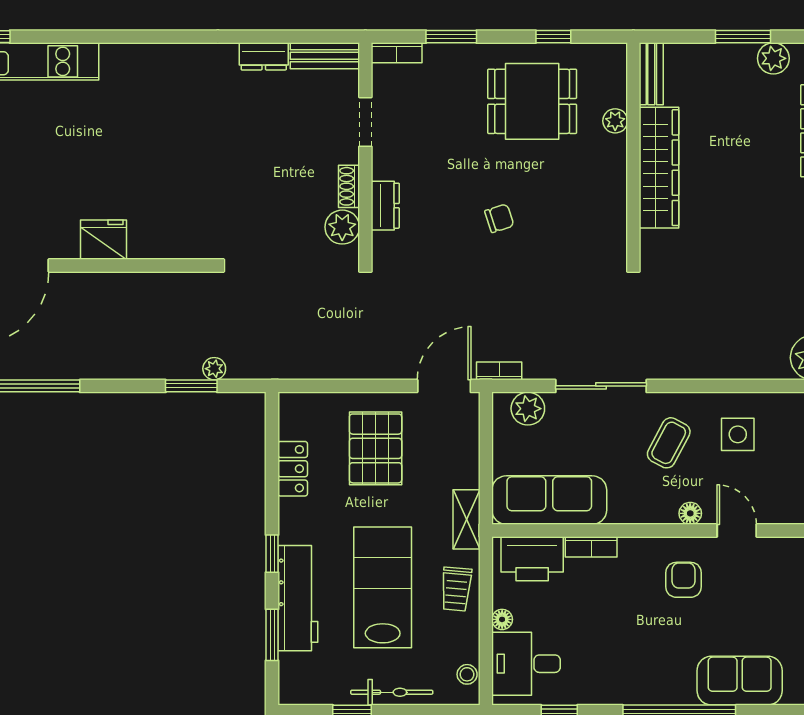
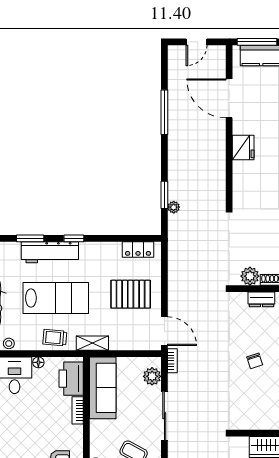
locker: (293, 469) -> (138, 249), moved

